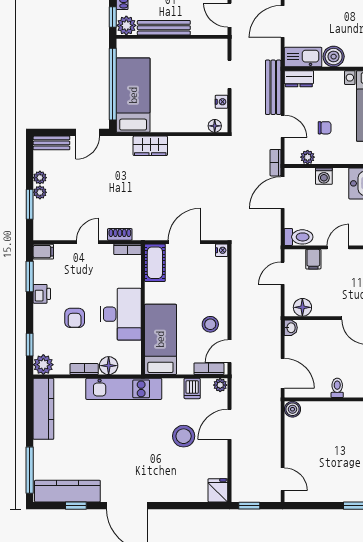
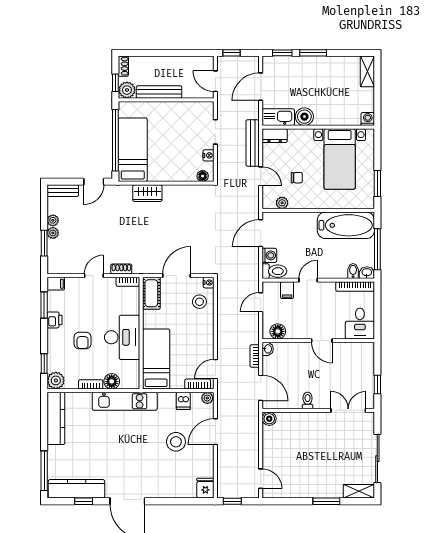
bookcase: (275, 163) -> (255, 356), moved
washing machine: (324, 176) -> (269, 255), moved, turned -90
stool: (210, 324) -> (199, 302), moved

